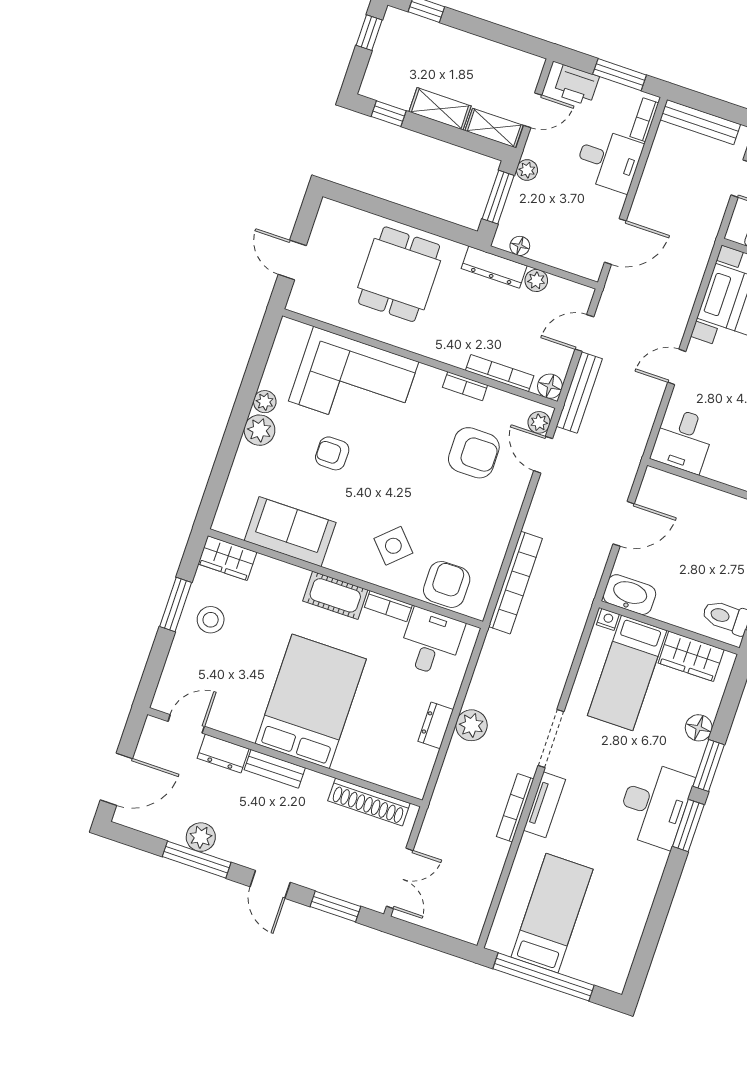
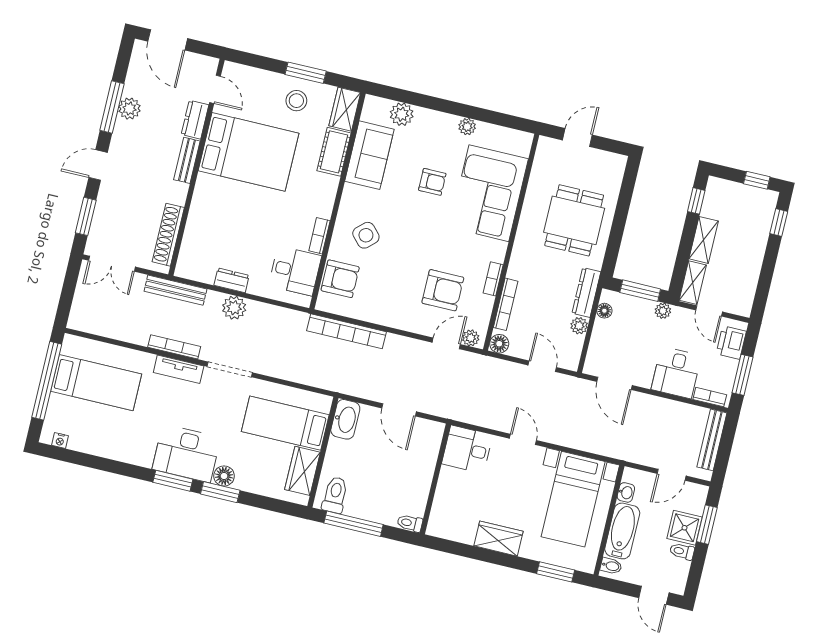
dining table: (399, 274) -> (574, 220), turned 90
bench: (579, 392) -> (175, 290), moved
plant: (259, 430) -> (402, 114), moved
armchair: (332, 453) -> (432, 182), turned 90
armchair: (474, 453) -> (443, 290), turned -90
cot: (335, 595) -> (334, 152), moved
nightstand: (608, 620) -> (60, 441), moved, turned 90
bed: (311, 701) -> (248, 152), moved
floor lamp: (699, 728) -> (224, 476), moved

